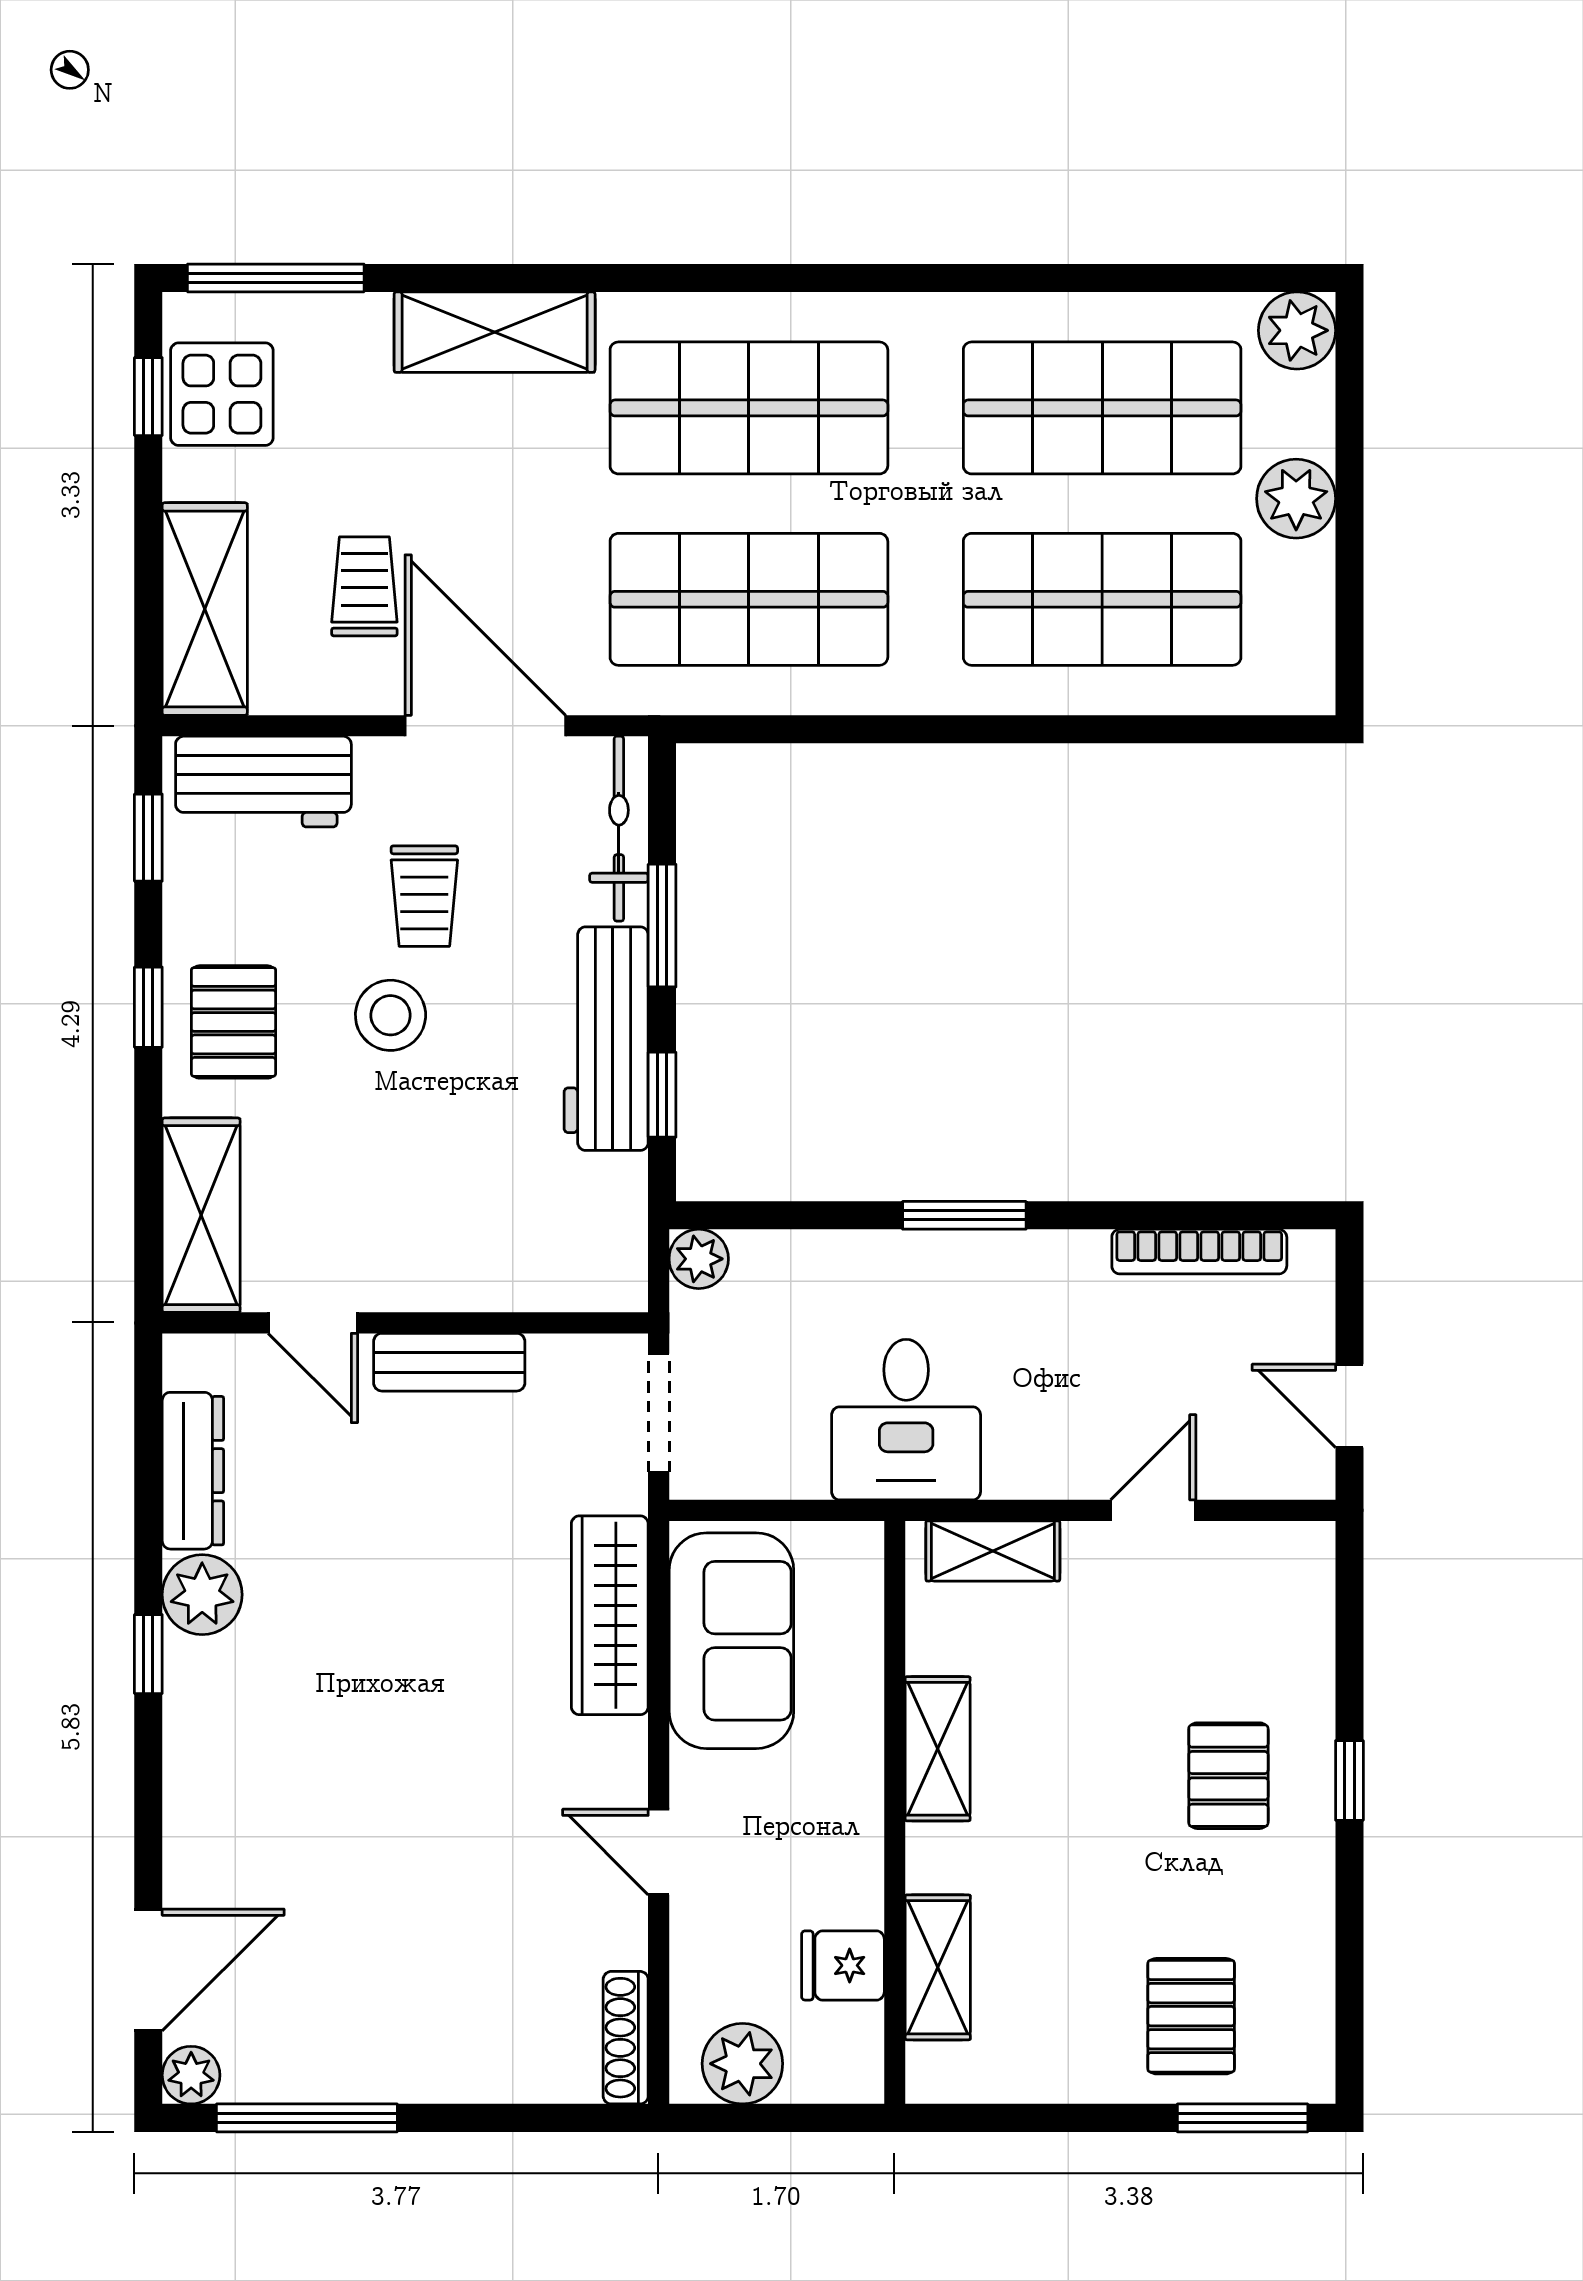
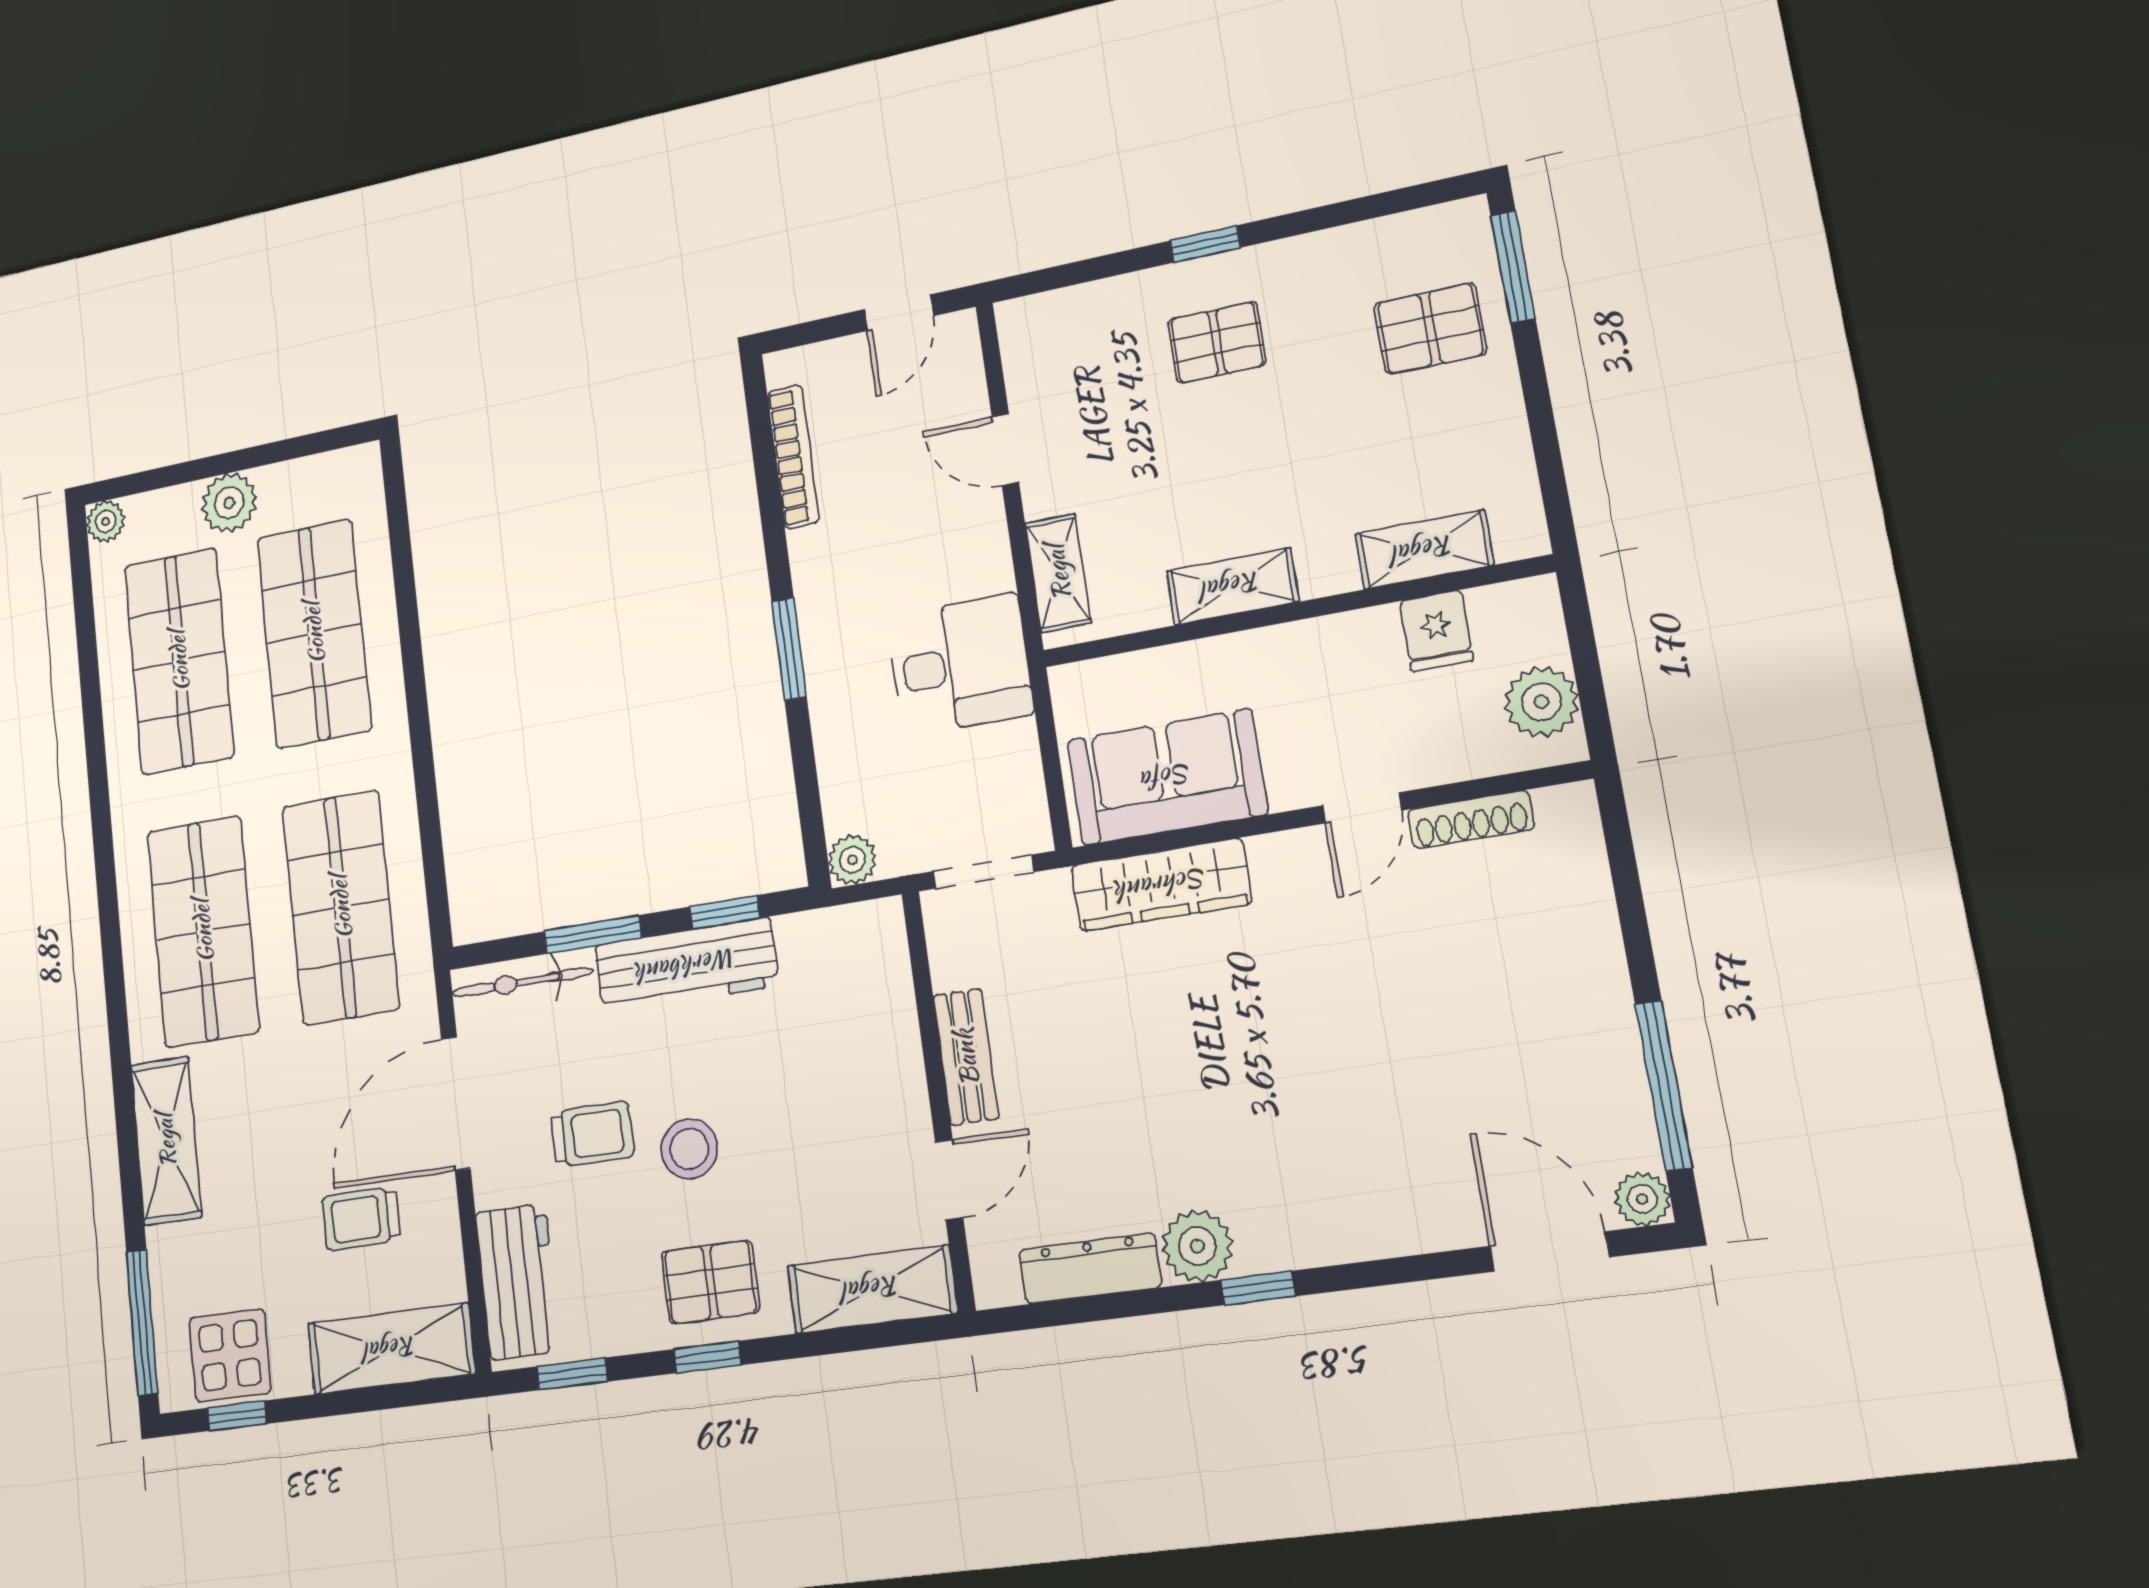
plant: (1297, 330) -> (106, 521), width x0.73, depth x0.73
shoe rack: (626, 2038) -> (1471, 819), moved

